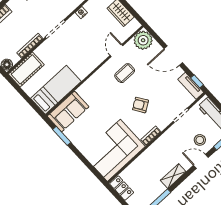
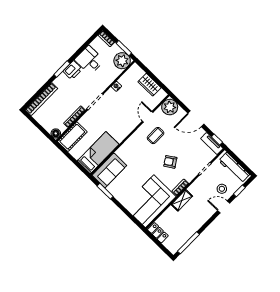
shelving: (173, 176) -> (182, 200), moved

